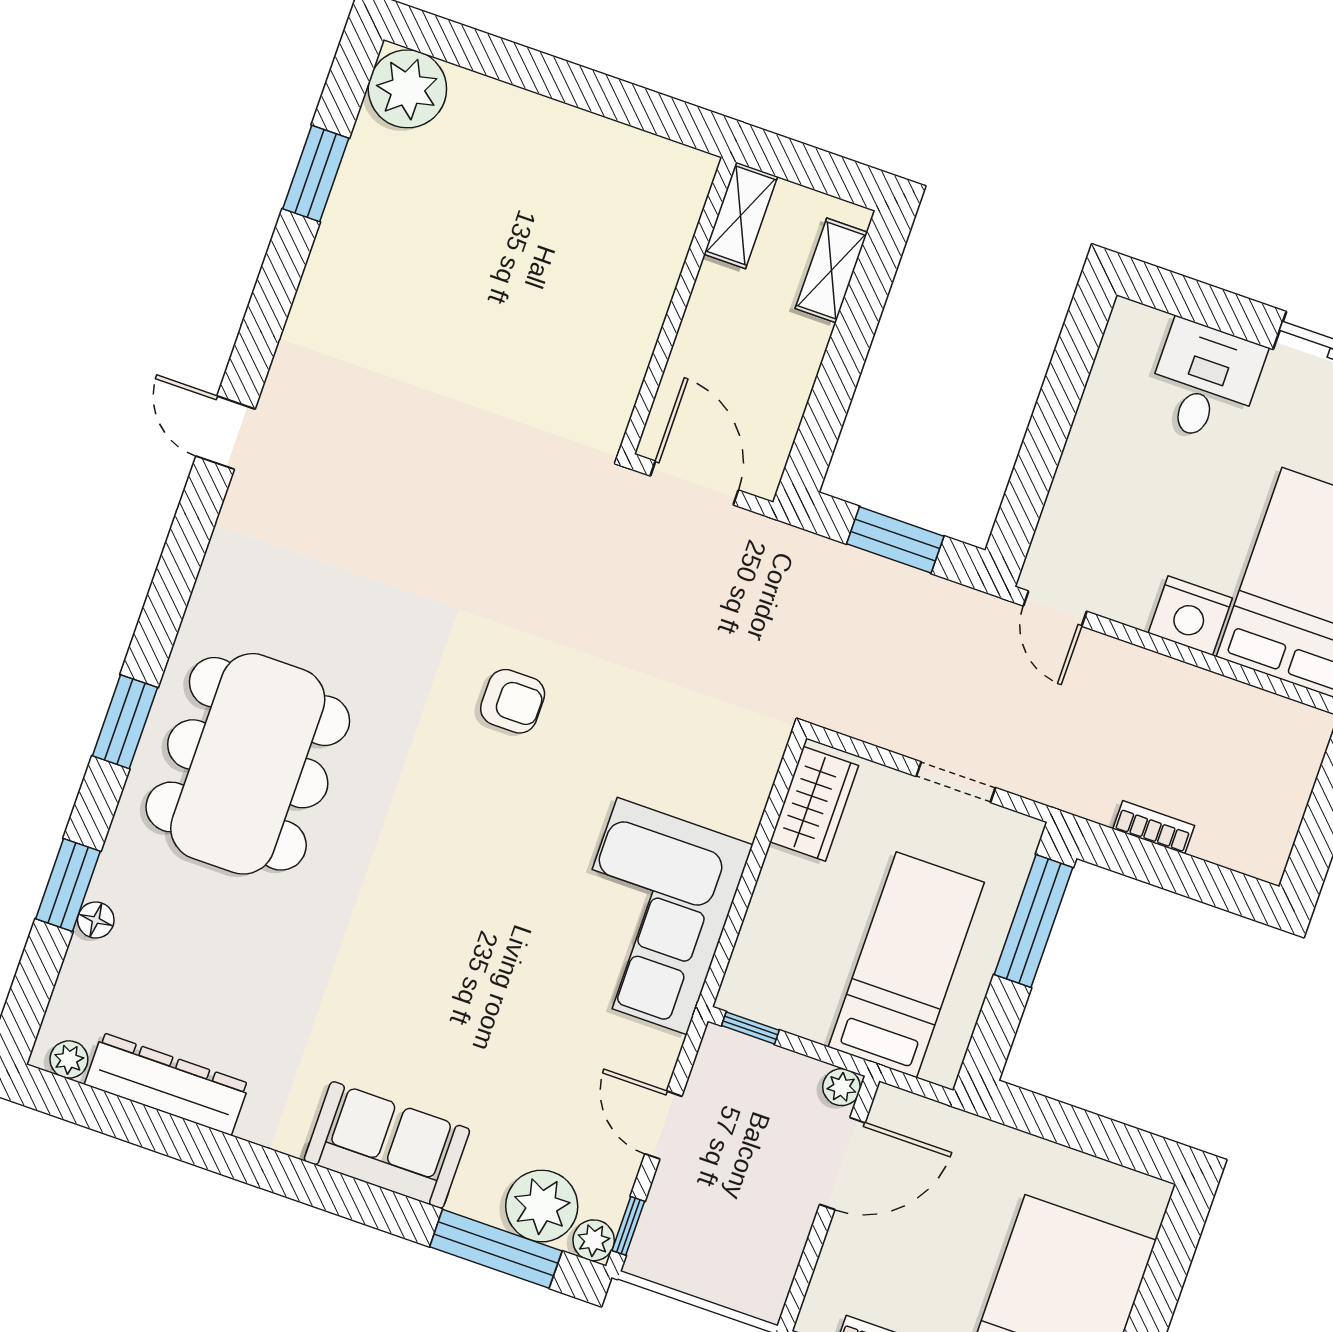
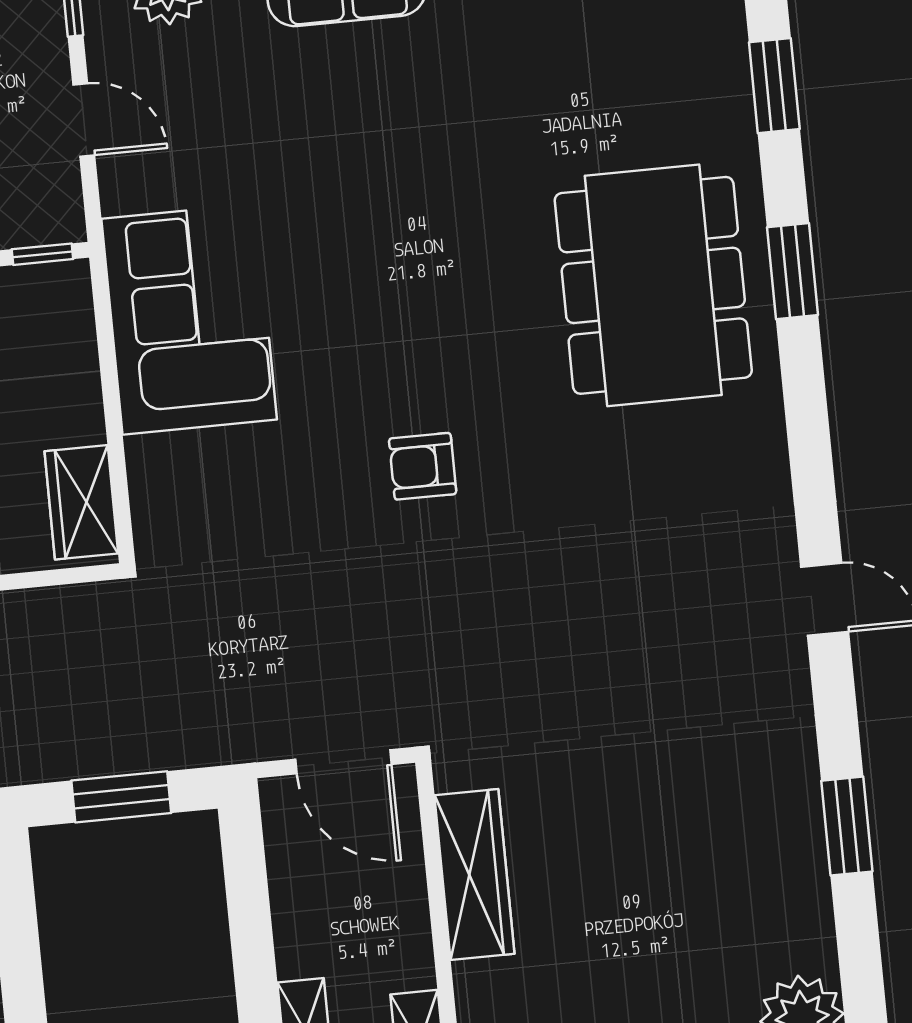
window: (316, 173) -> (847, 826), moved
wardrobe: (628, 337) -> (474, 875), added
floor lamp: (96, 920) -> (731, 64), removed

